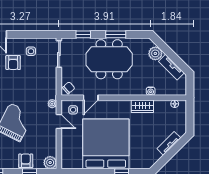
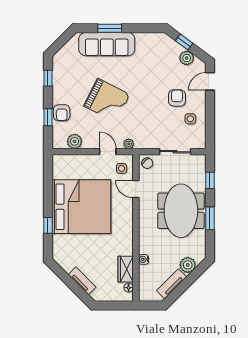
sliding door: (59, 54) -> (175, 152), moved
armchair: (13, 63) -> (177, 98), turned 90
wardrobe: (142, 106) -> (126, 269), moved
door: (59, 121) -> (108, 152), swing flipped
armchair: (26, 161) -> (62, 113), turned 89
plant: (50, 163) -> (75, 141), moved

